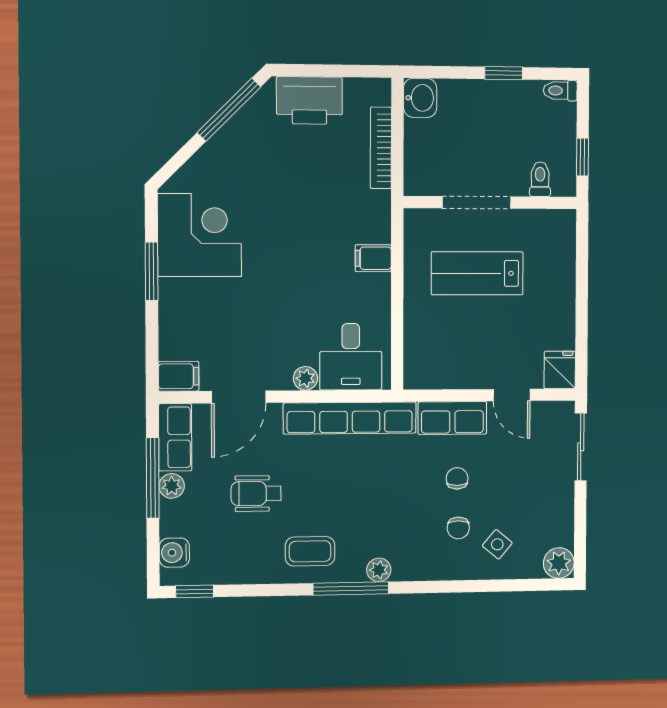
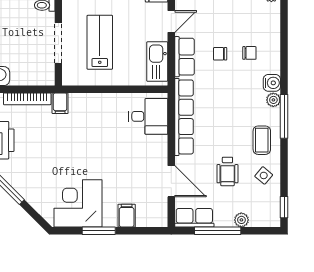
filing cabinet: (373, 258) -> (60, 103), moved
lab bench: (477, 273) -> (100, 42), turned 180
kitchen sink: (444, 372) -> (157, 62), added
filing cabinet: (179, 376) -> (127, 216), moved
plant: (305, 378) -> (161, 143), removed
plant: (172, 486) -> (241, 220), moved
side table: (497, 544) -> (264, 175), moved
water cooler: (174, 553) -> (272, 83), moved, turned -90

